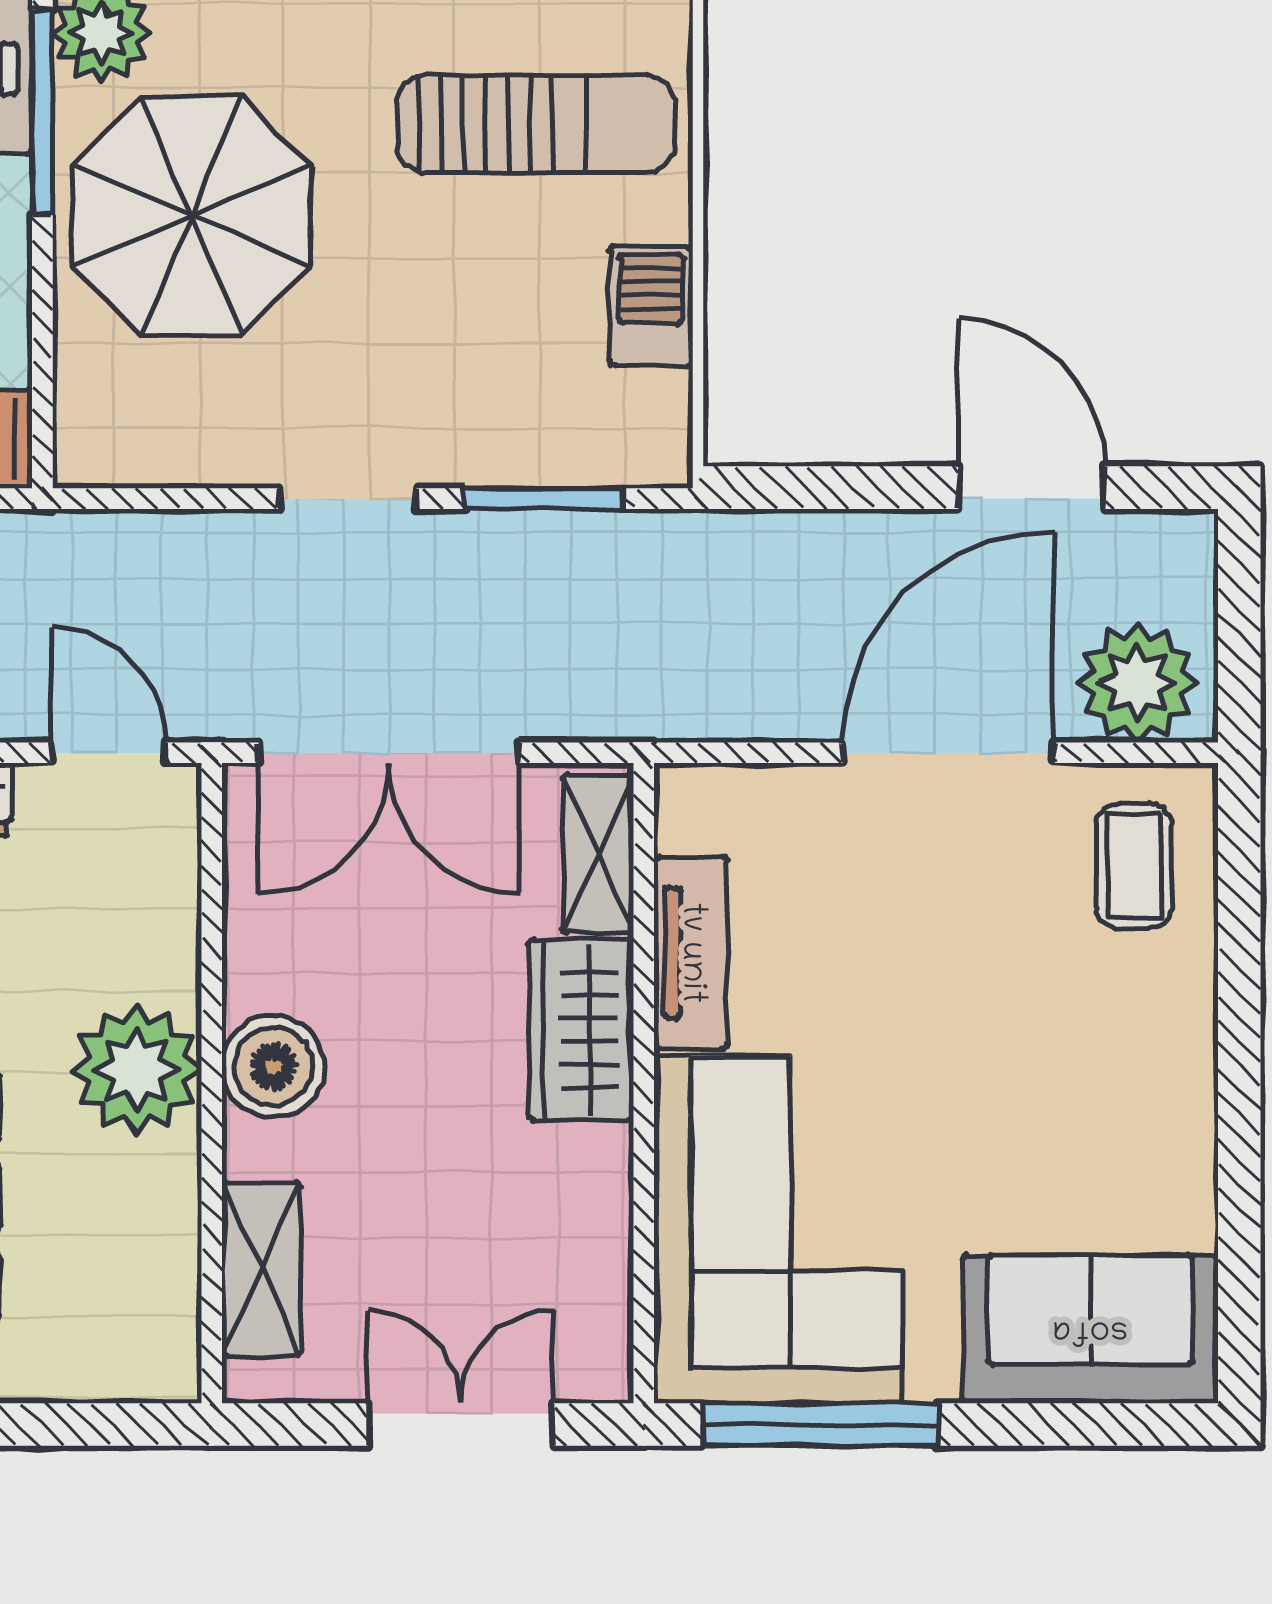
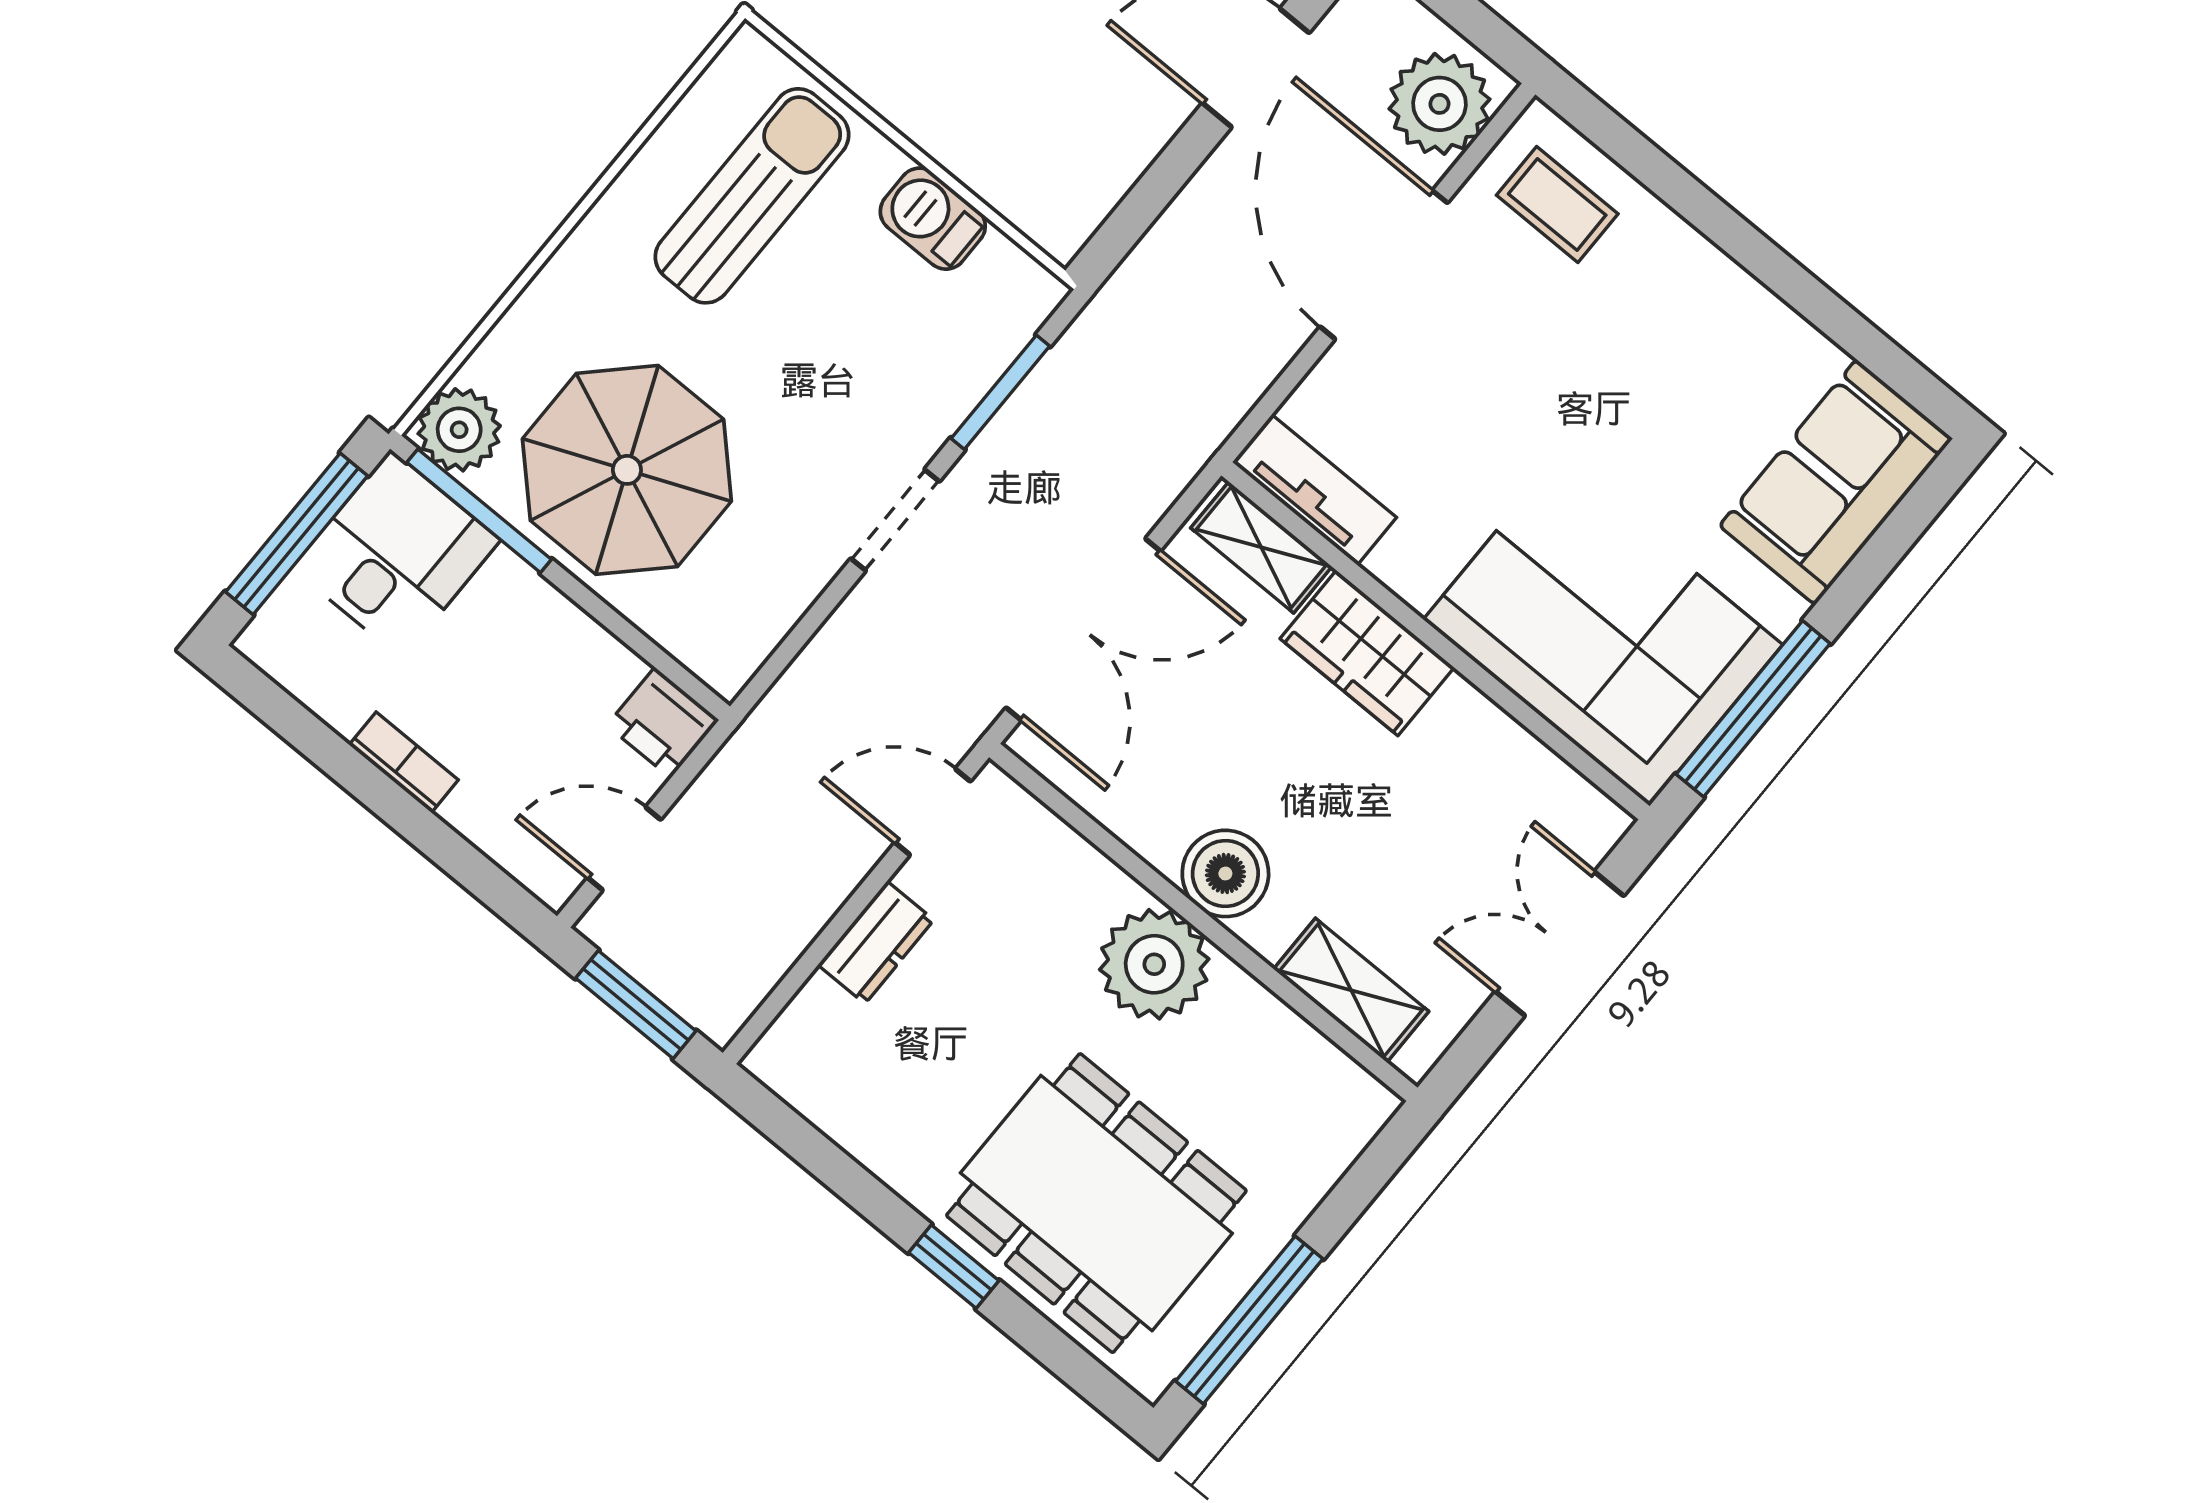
tv unit: (691, 953) -> (1314, 490), moved

